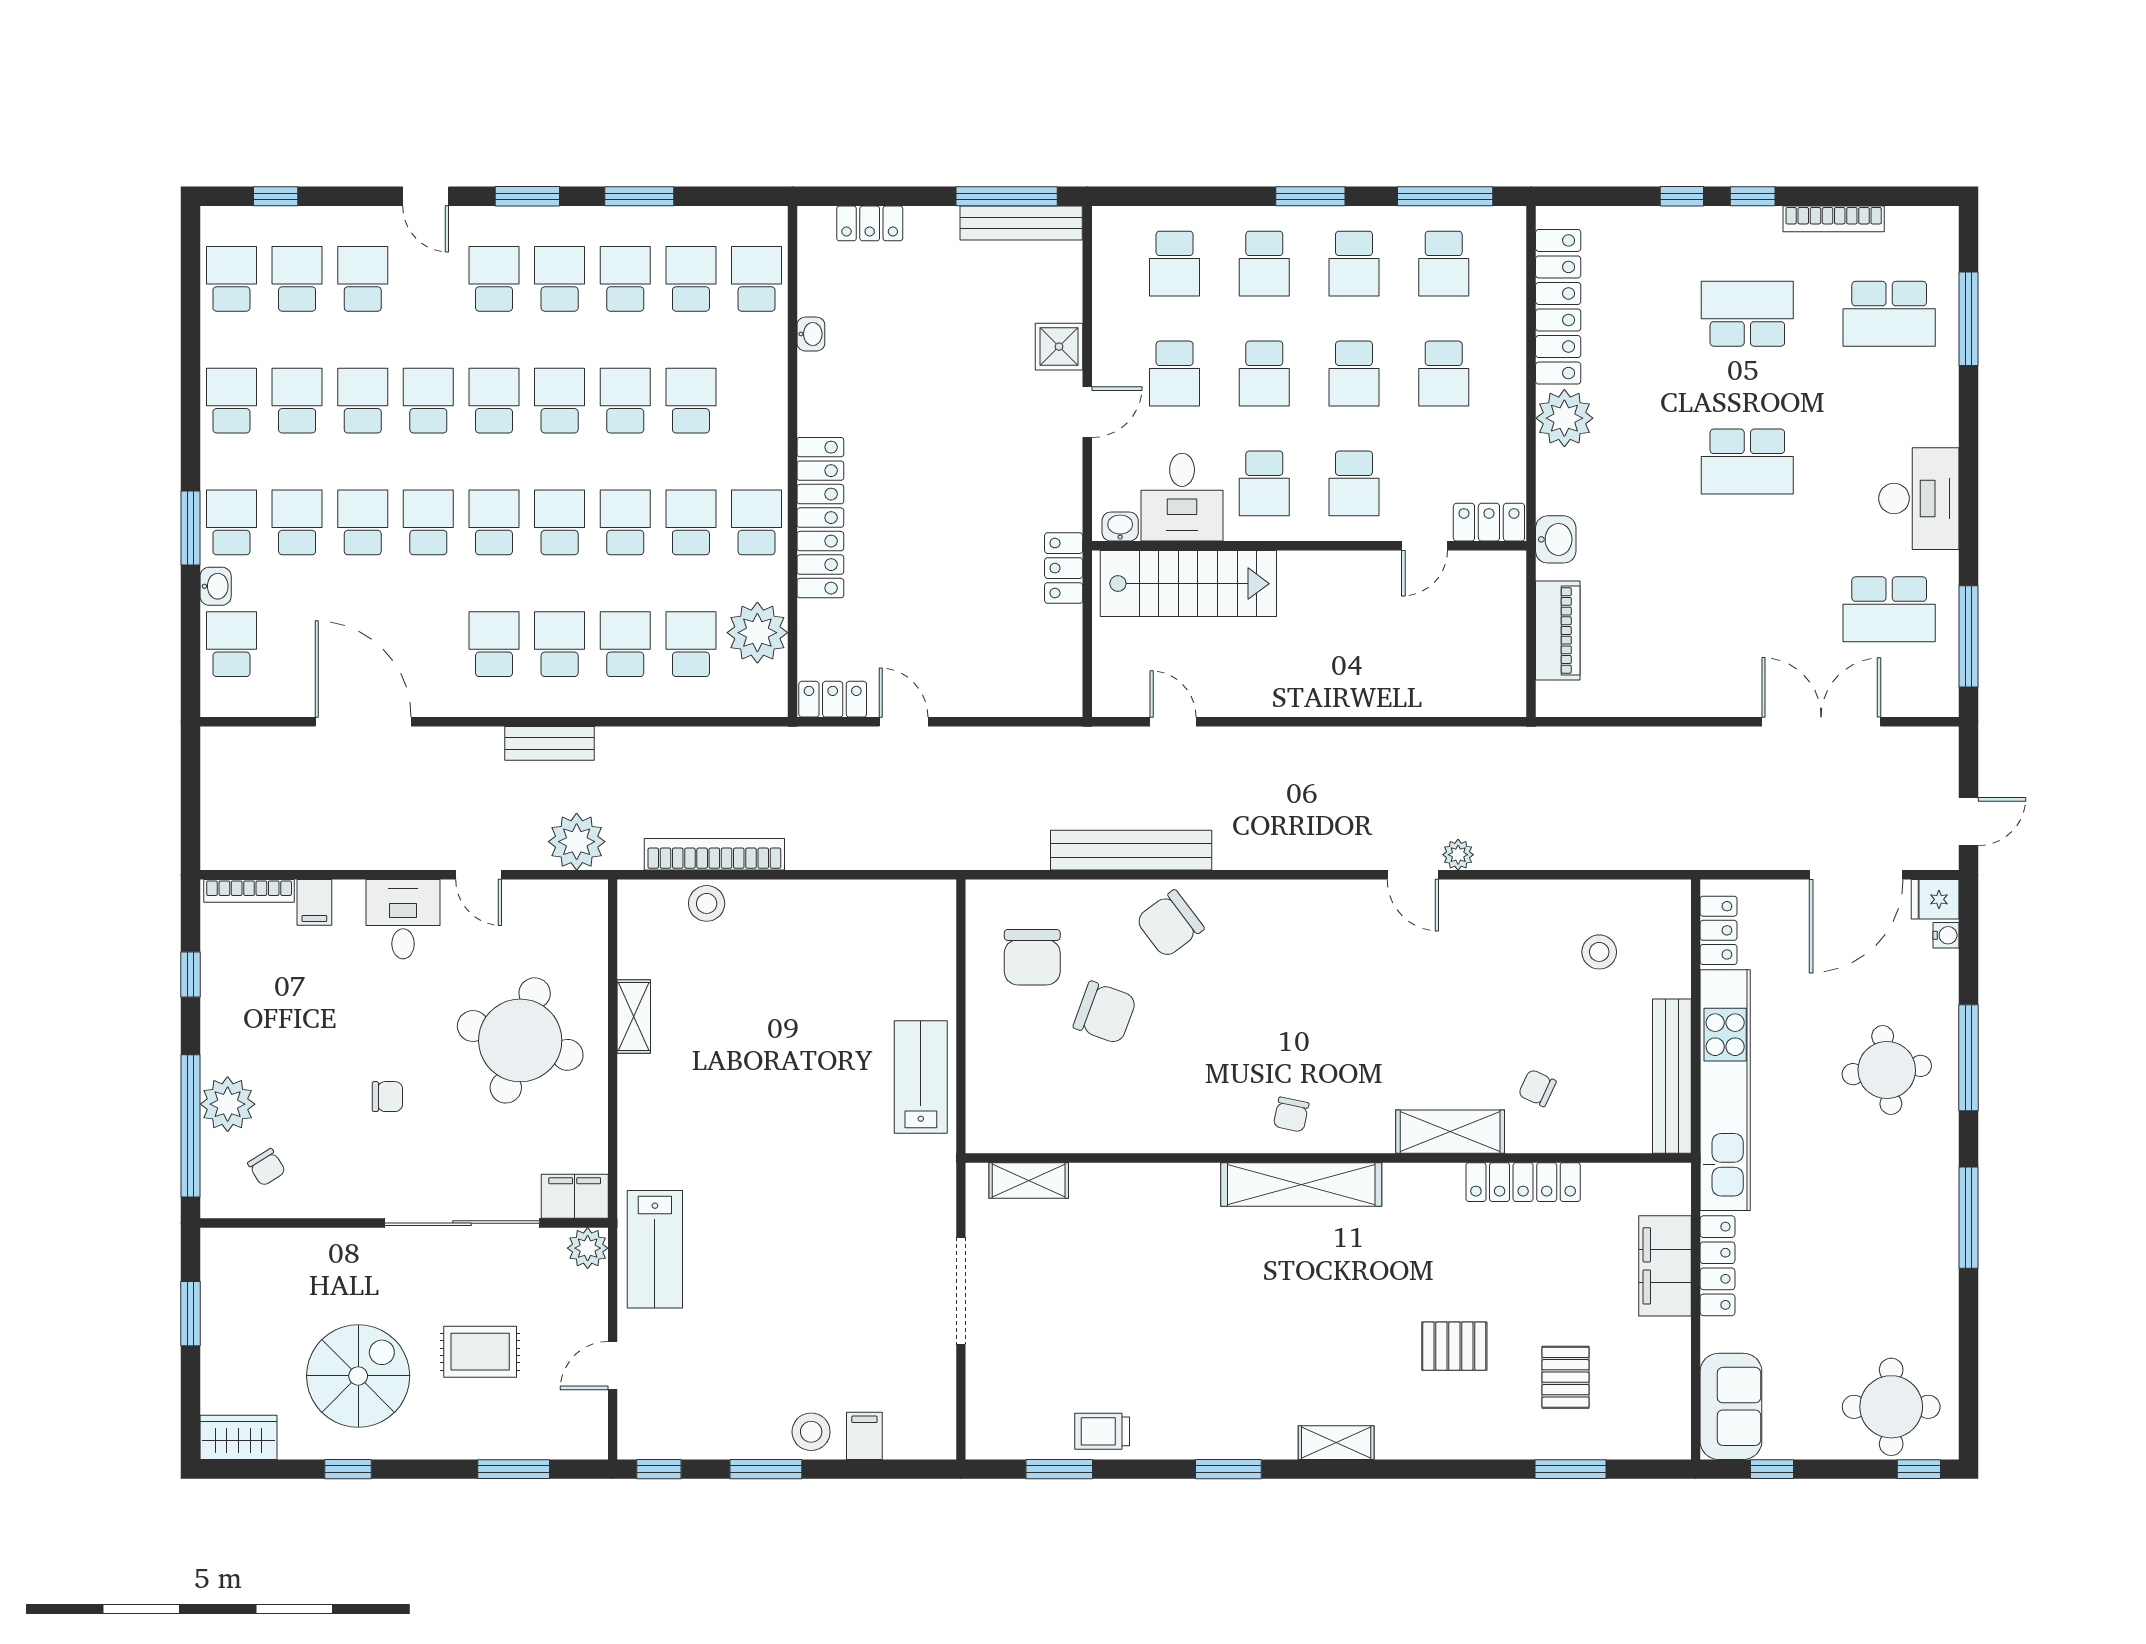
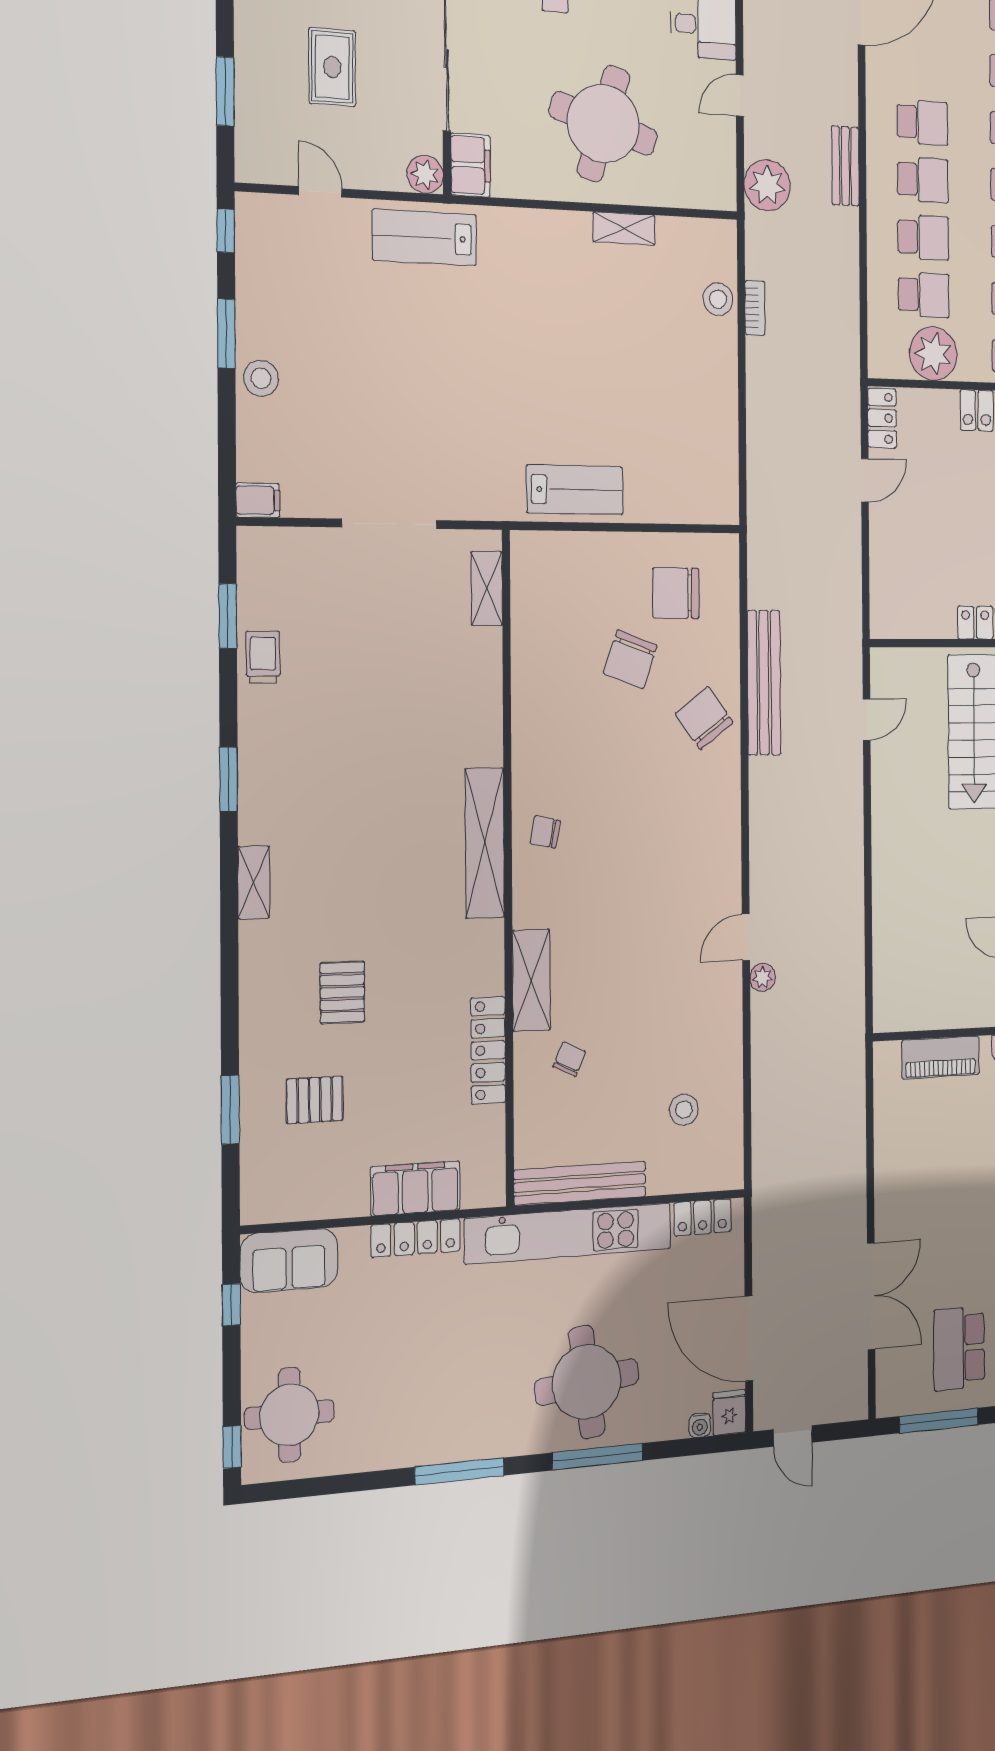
bookcase: (714, 854) -> (755, 308), width x0.43, depth x0.76
round table: (1887, 1070) -> (587, 1382), width x1.36, depth x1.36
filing cabinet: (864, 1436) -> (258, 500), moved

